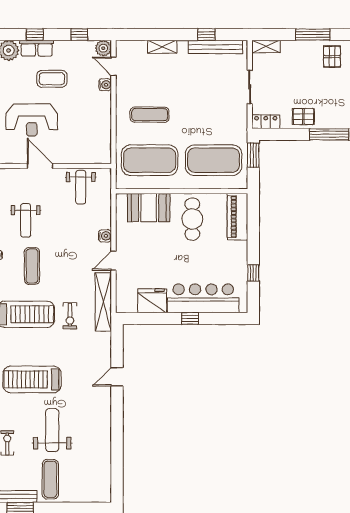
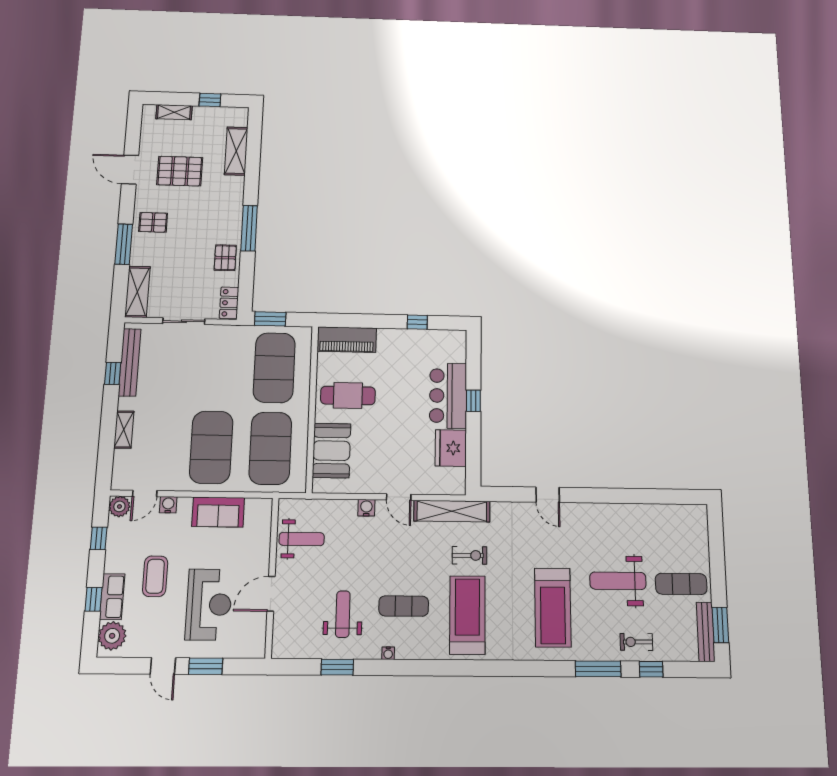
shelving: (266, 47) -> (138, 292), width x1.50, depth x1.33
exercise mat: (150, 115) -> (211, 447), width x2.00, depth x1.45
sofa: (100, 123) -> (218, 512), added
weight bench: (26, 220) -> (343, 614), turned -90
bar counter: (203, 298) -> (448, 396), width x0.73

